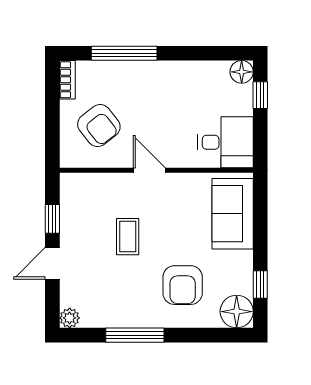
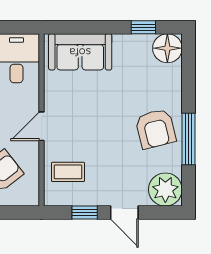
coffee table: (128, 237) -> (68, 172), moved
armchair: (183, 285) -> (156, 129), moved, turned 76
plant: (70, 318) -> (165, 190), width x1.88, depth x1.88

